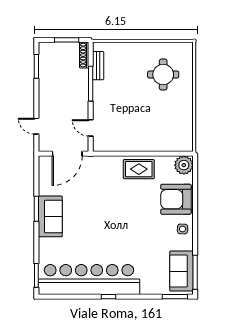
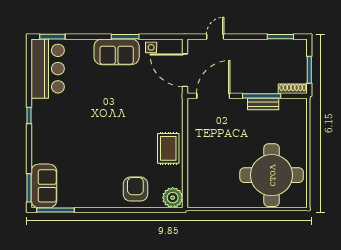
bench: (98, 66) -> (263, 104), moved
round table: (163, 75) -> (272, 175), width x1.86, depth x1.86
door: (91, 128) -> (213, 96), width x1.87
armchair: (176, 199) -> (135, 189), width x0.73, depth x0.73
side table: (183, 229) -> (151, 47), moved
sofa: (182, 271) -> (44, 186), moved, turned 90
bar counter: (89, 280) -> (48, 69), width x0.54

